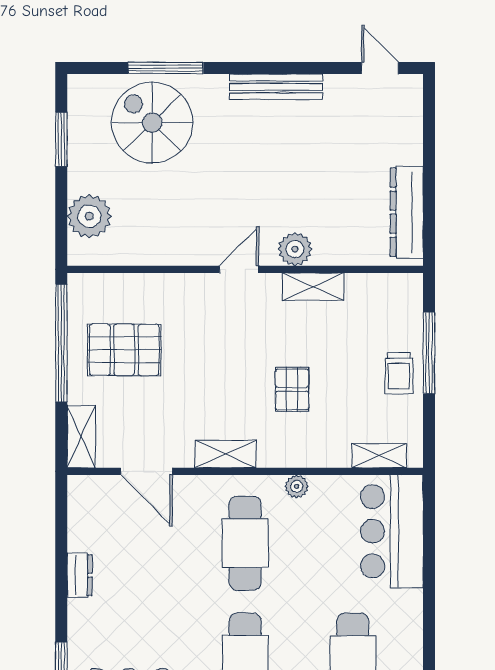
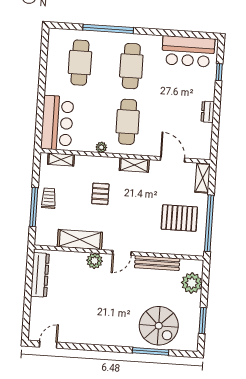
door: (380, 68) -> (48, 345), swing flipped
bench: (276, 87) -> (157, 263), moved
shelving: (313, 287) -> (80, 240), width x1.50, depth x1.33

